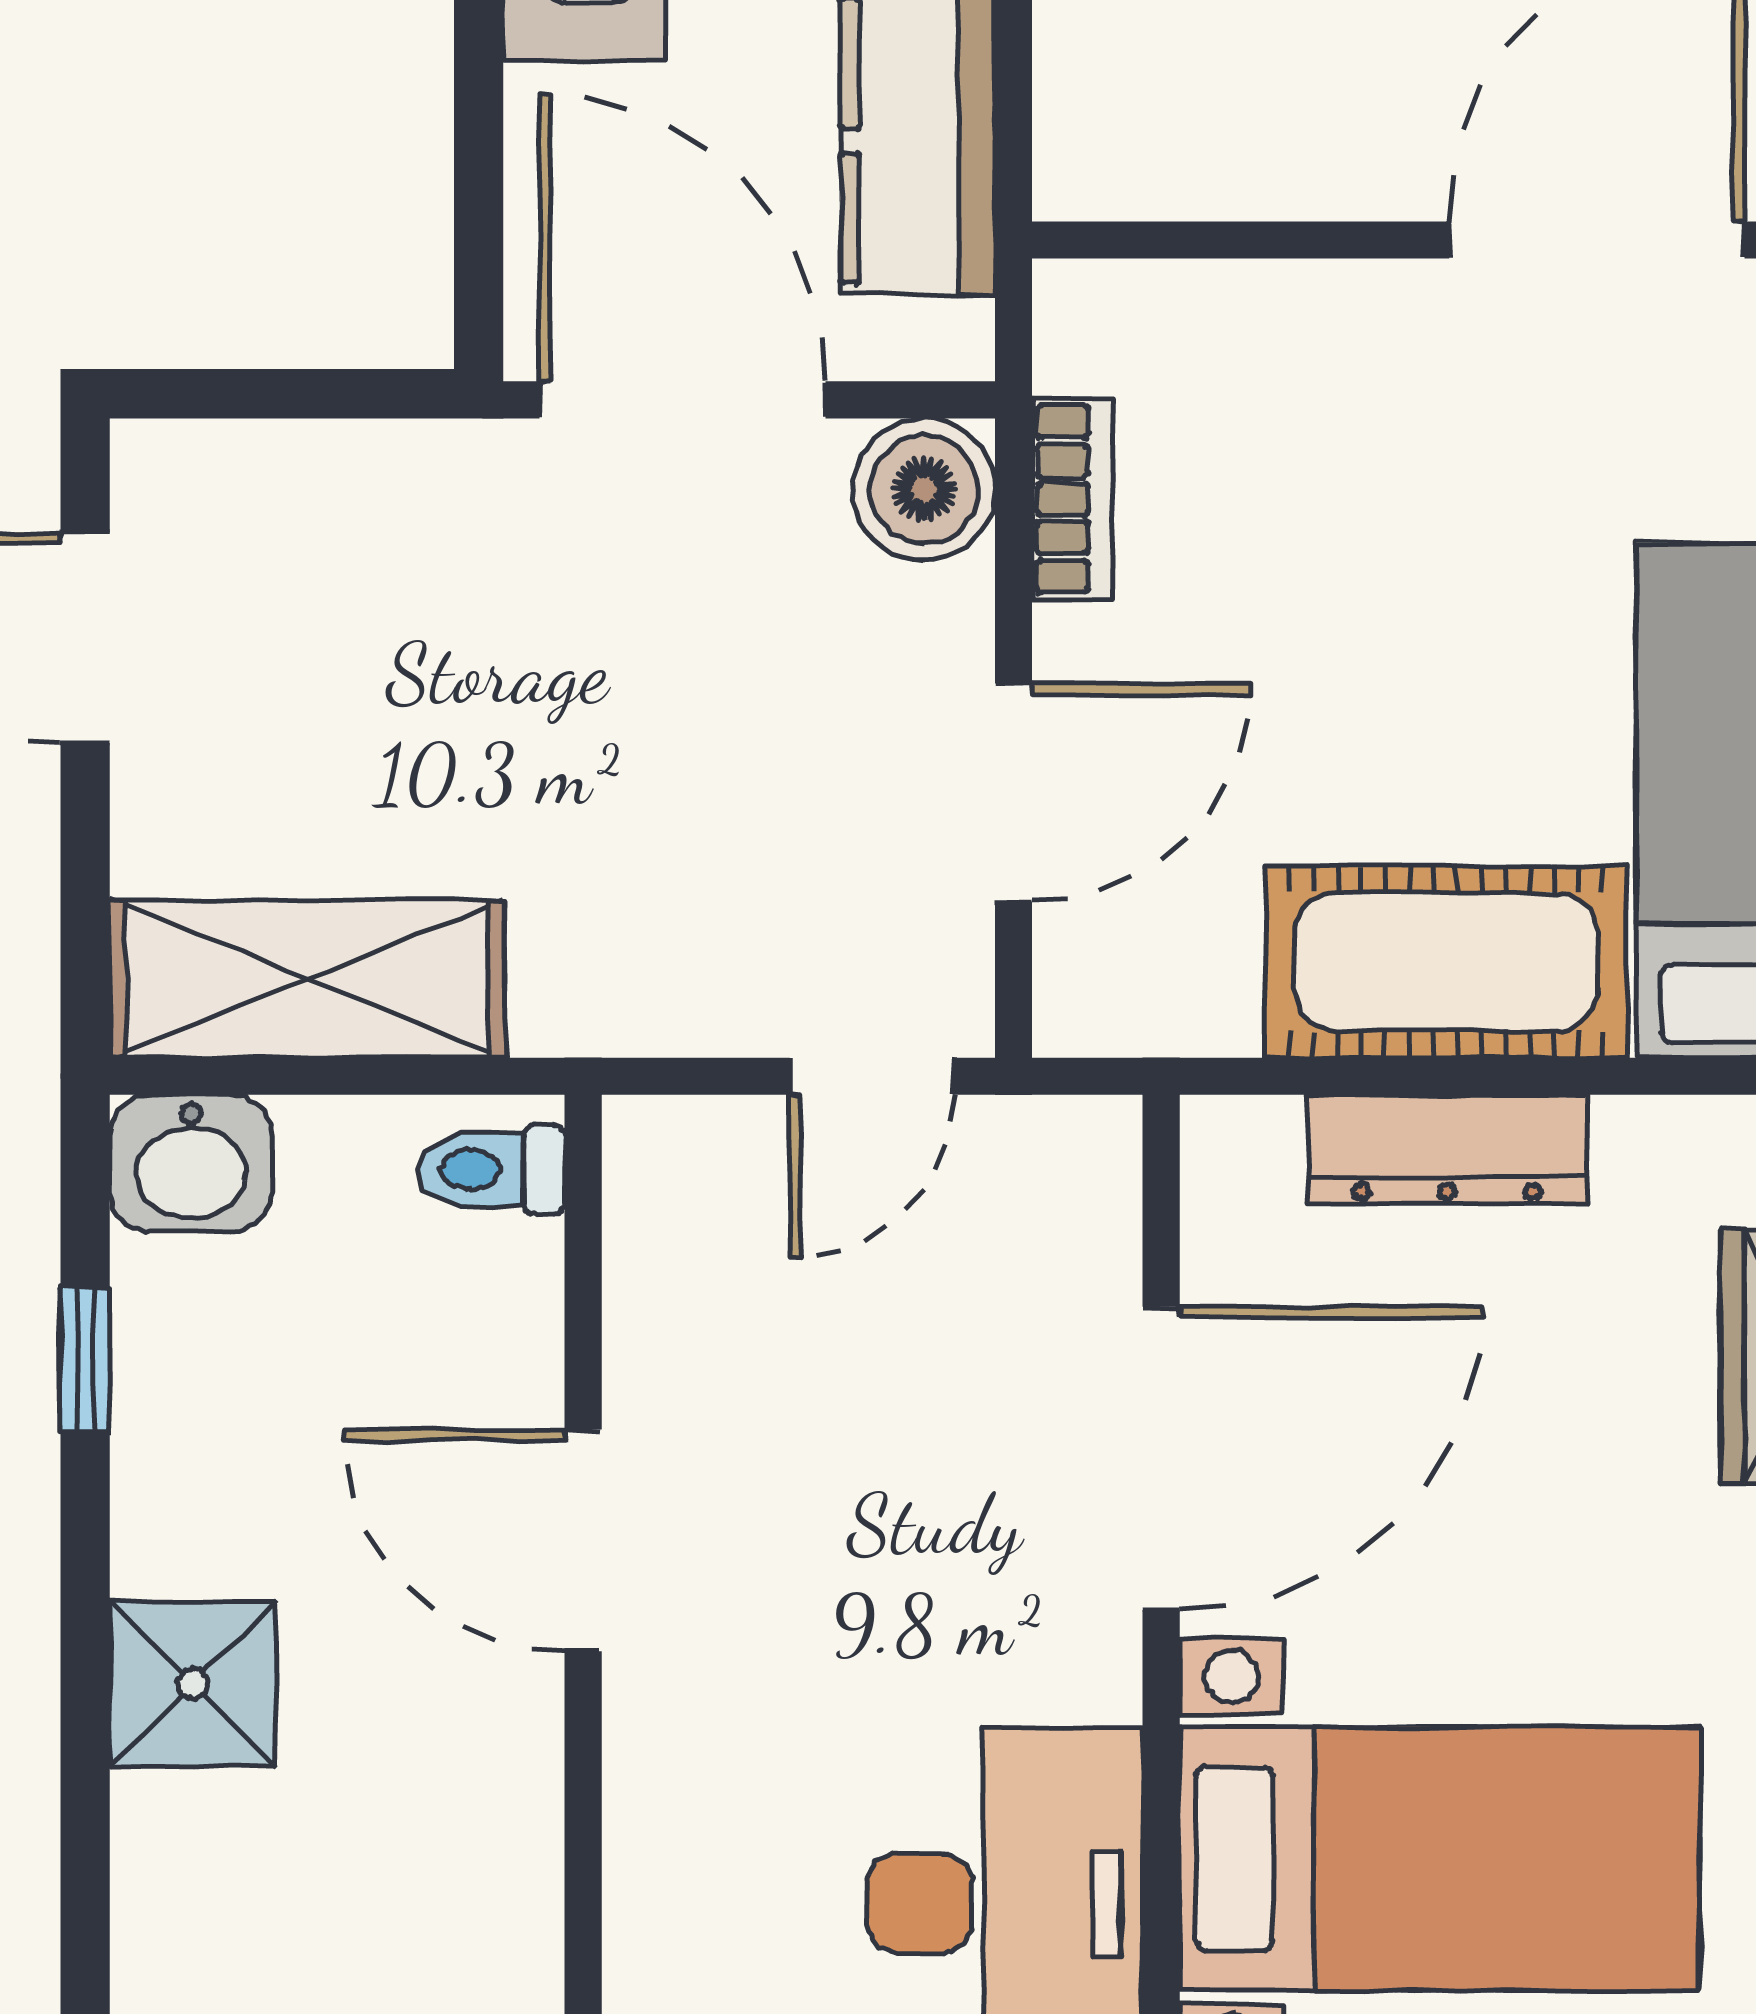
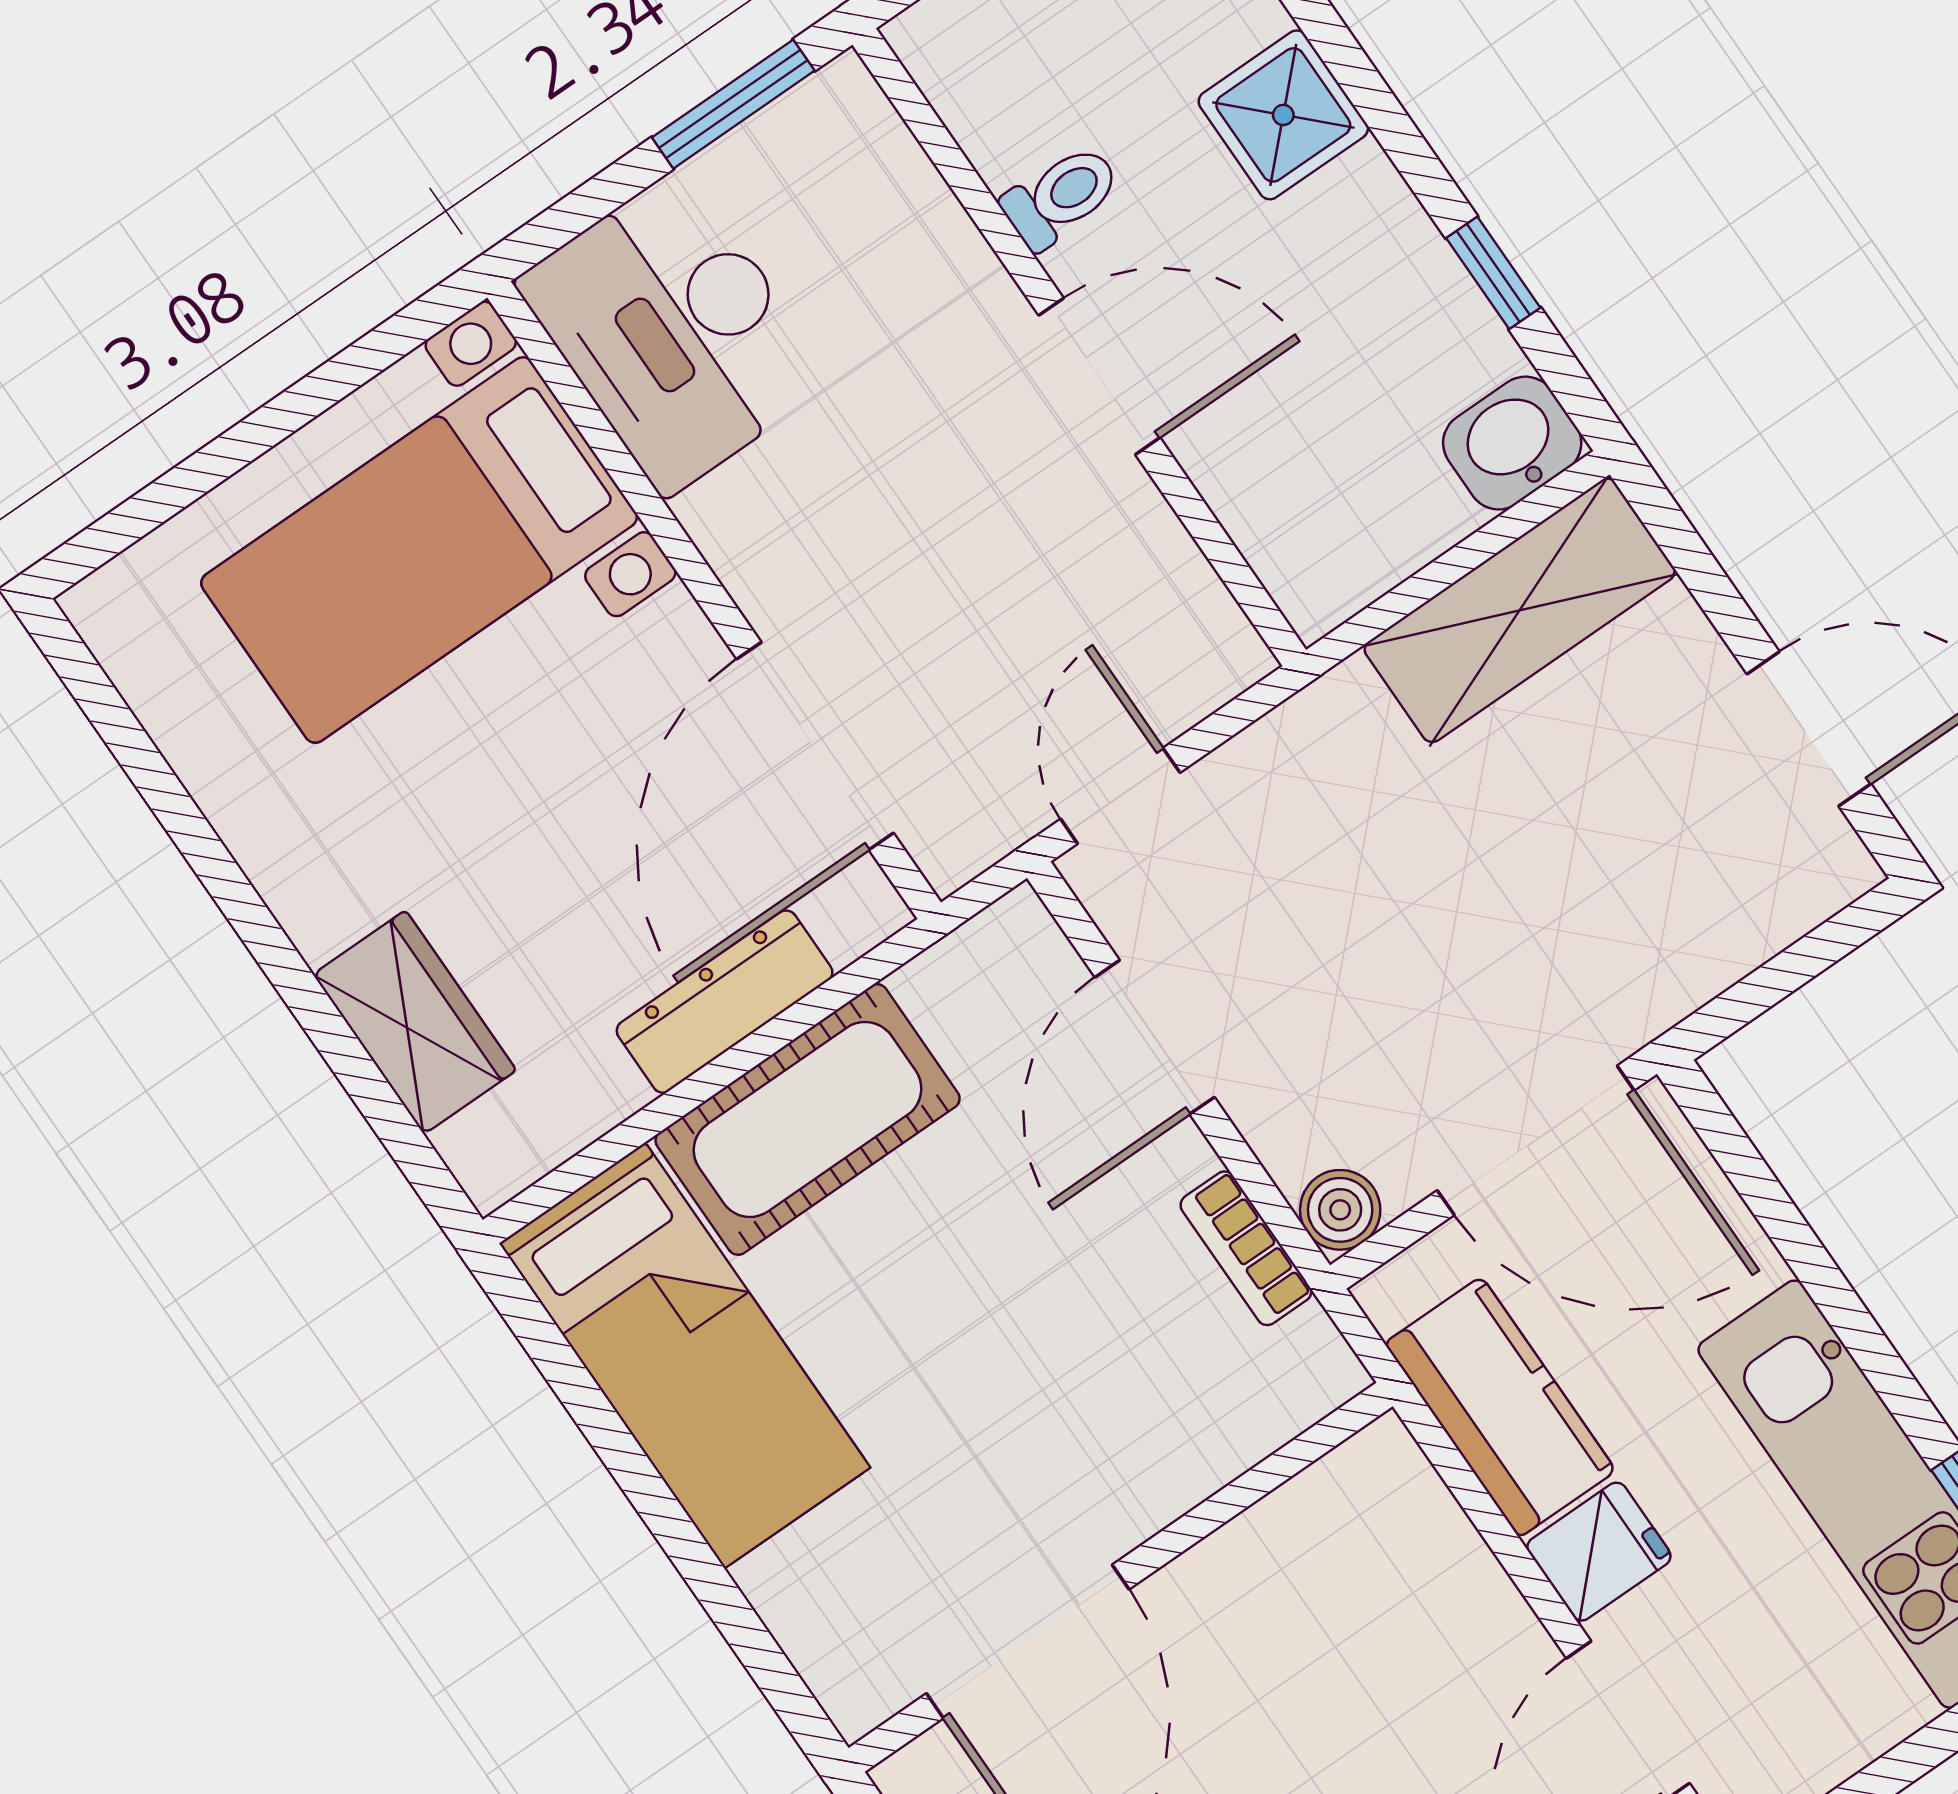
boiler: (924, 489) -> (1340, 1210), width x0.73, depth x0.73
toilet: (491, 1170) -> (1061, 197), moved
door: (1161, 1458) -> (815, 746), moved

